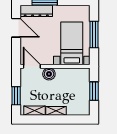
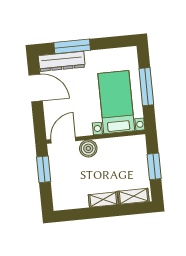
door: (32, 66) -> (63, 140), hinge flipped
window: (16, 96) -> (44, 169), moved
shelving: (35, 111) -> (133, 196), moved

